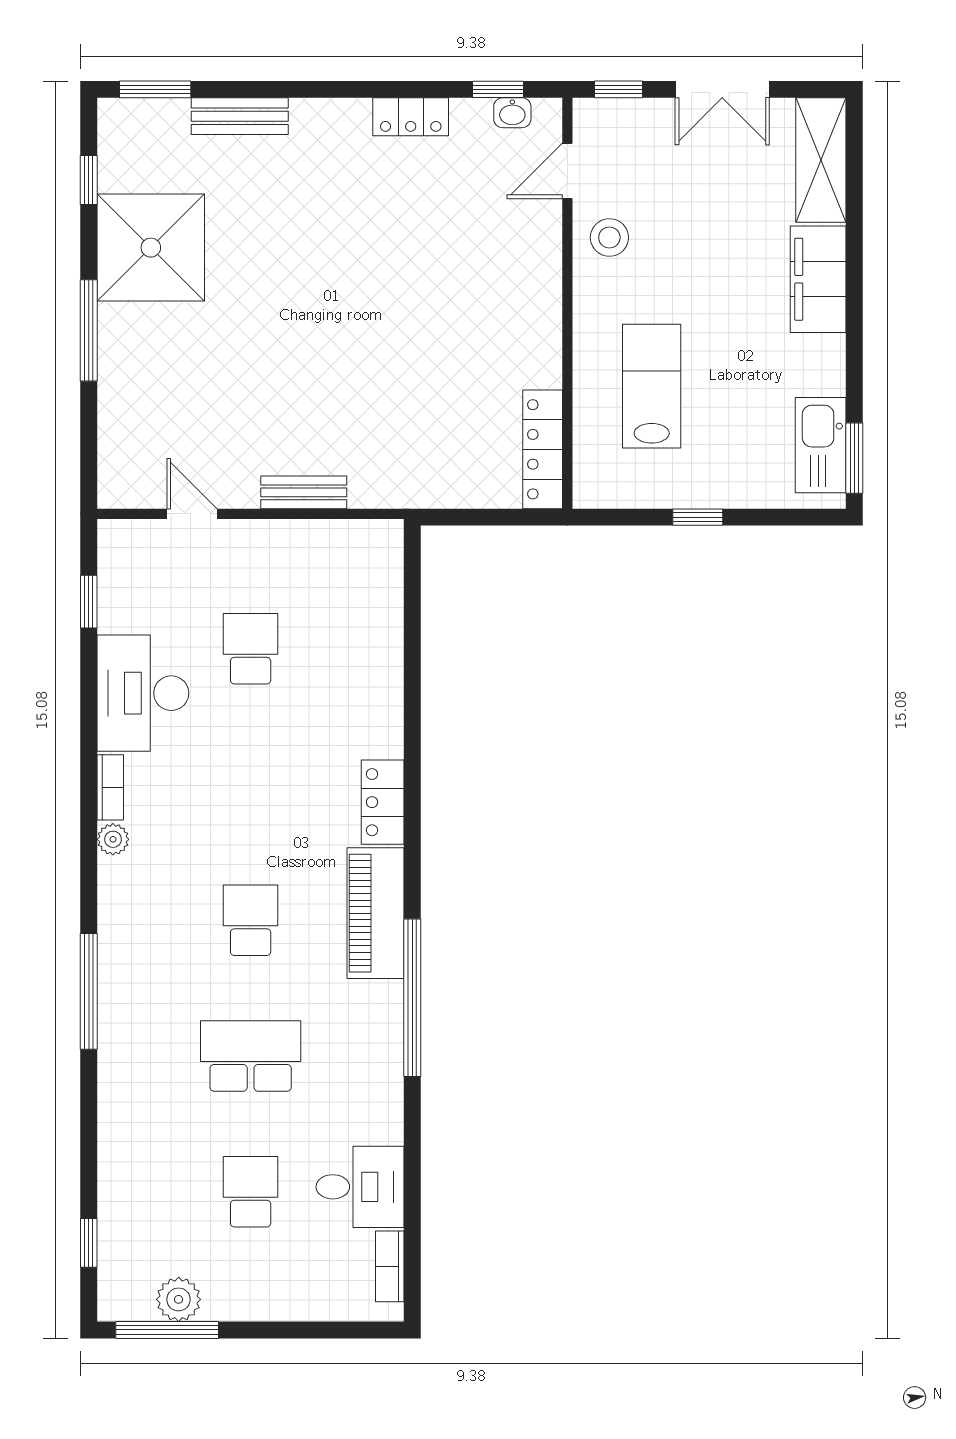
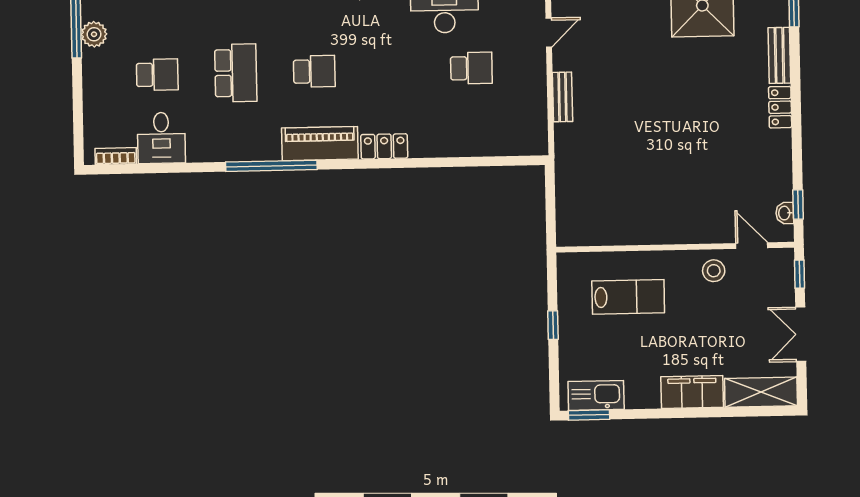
locker: (411, 117) -> (780, 107), moved
locker: (543, 449) -> (590, 235), removed

